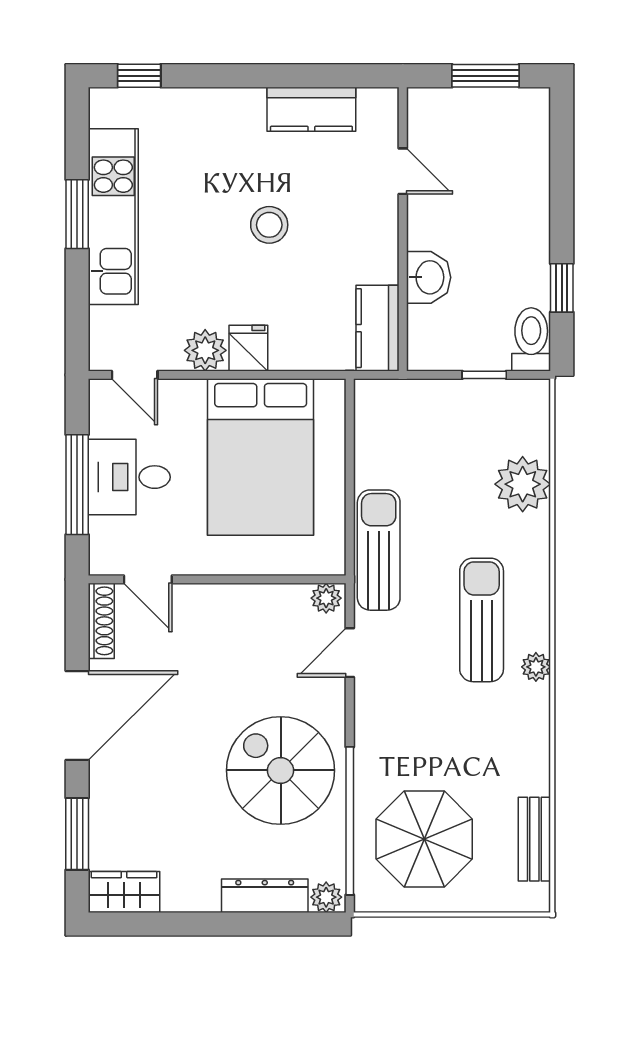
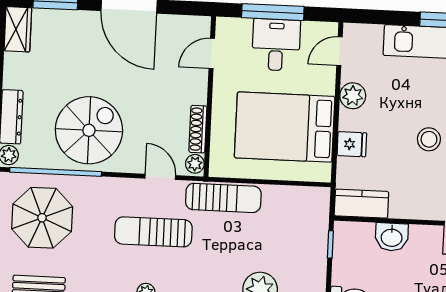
fridge: (248, 348) -> (352, 144), moved
window: (484, 375) -> (330, 244), moved
sun lounger: (482, 620) -> (153, 232), moved, turned 180
shoe rack: (101, 621) -> (198, 129), moved, turned 90

